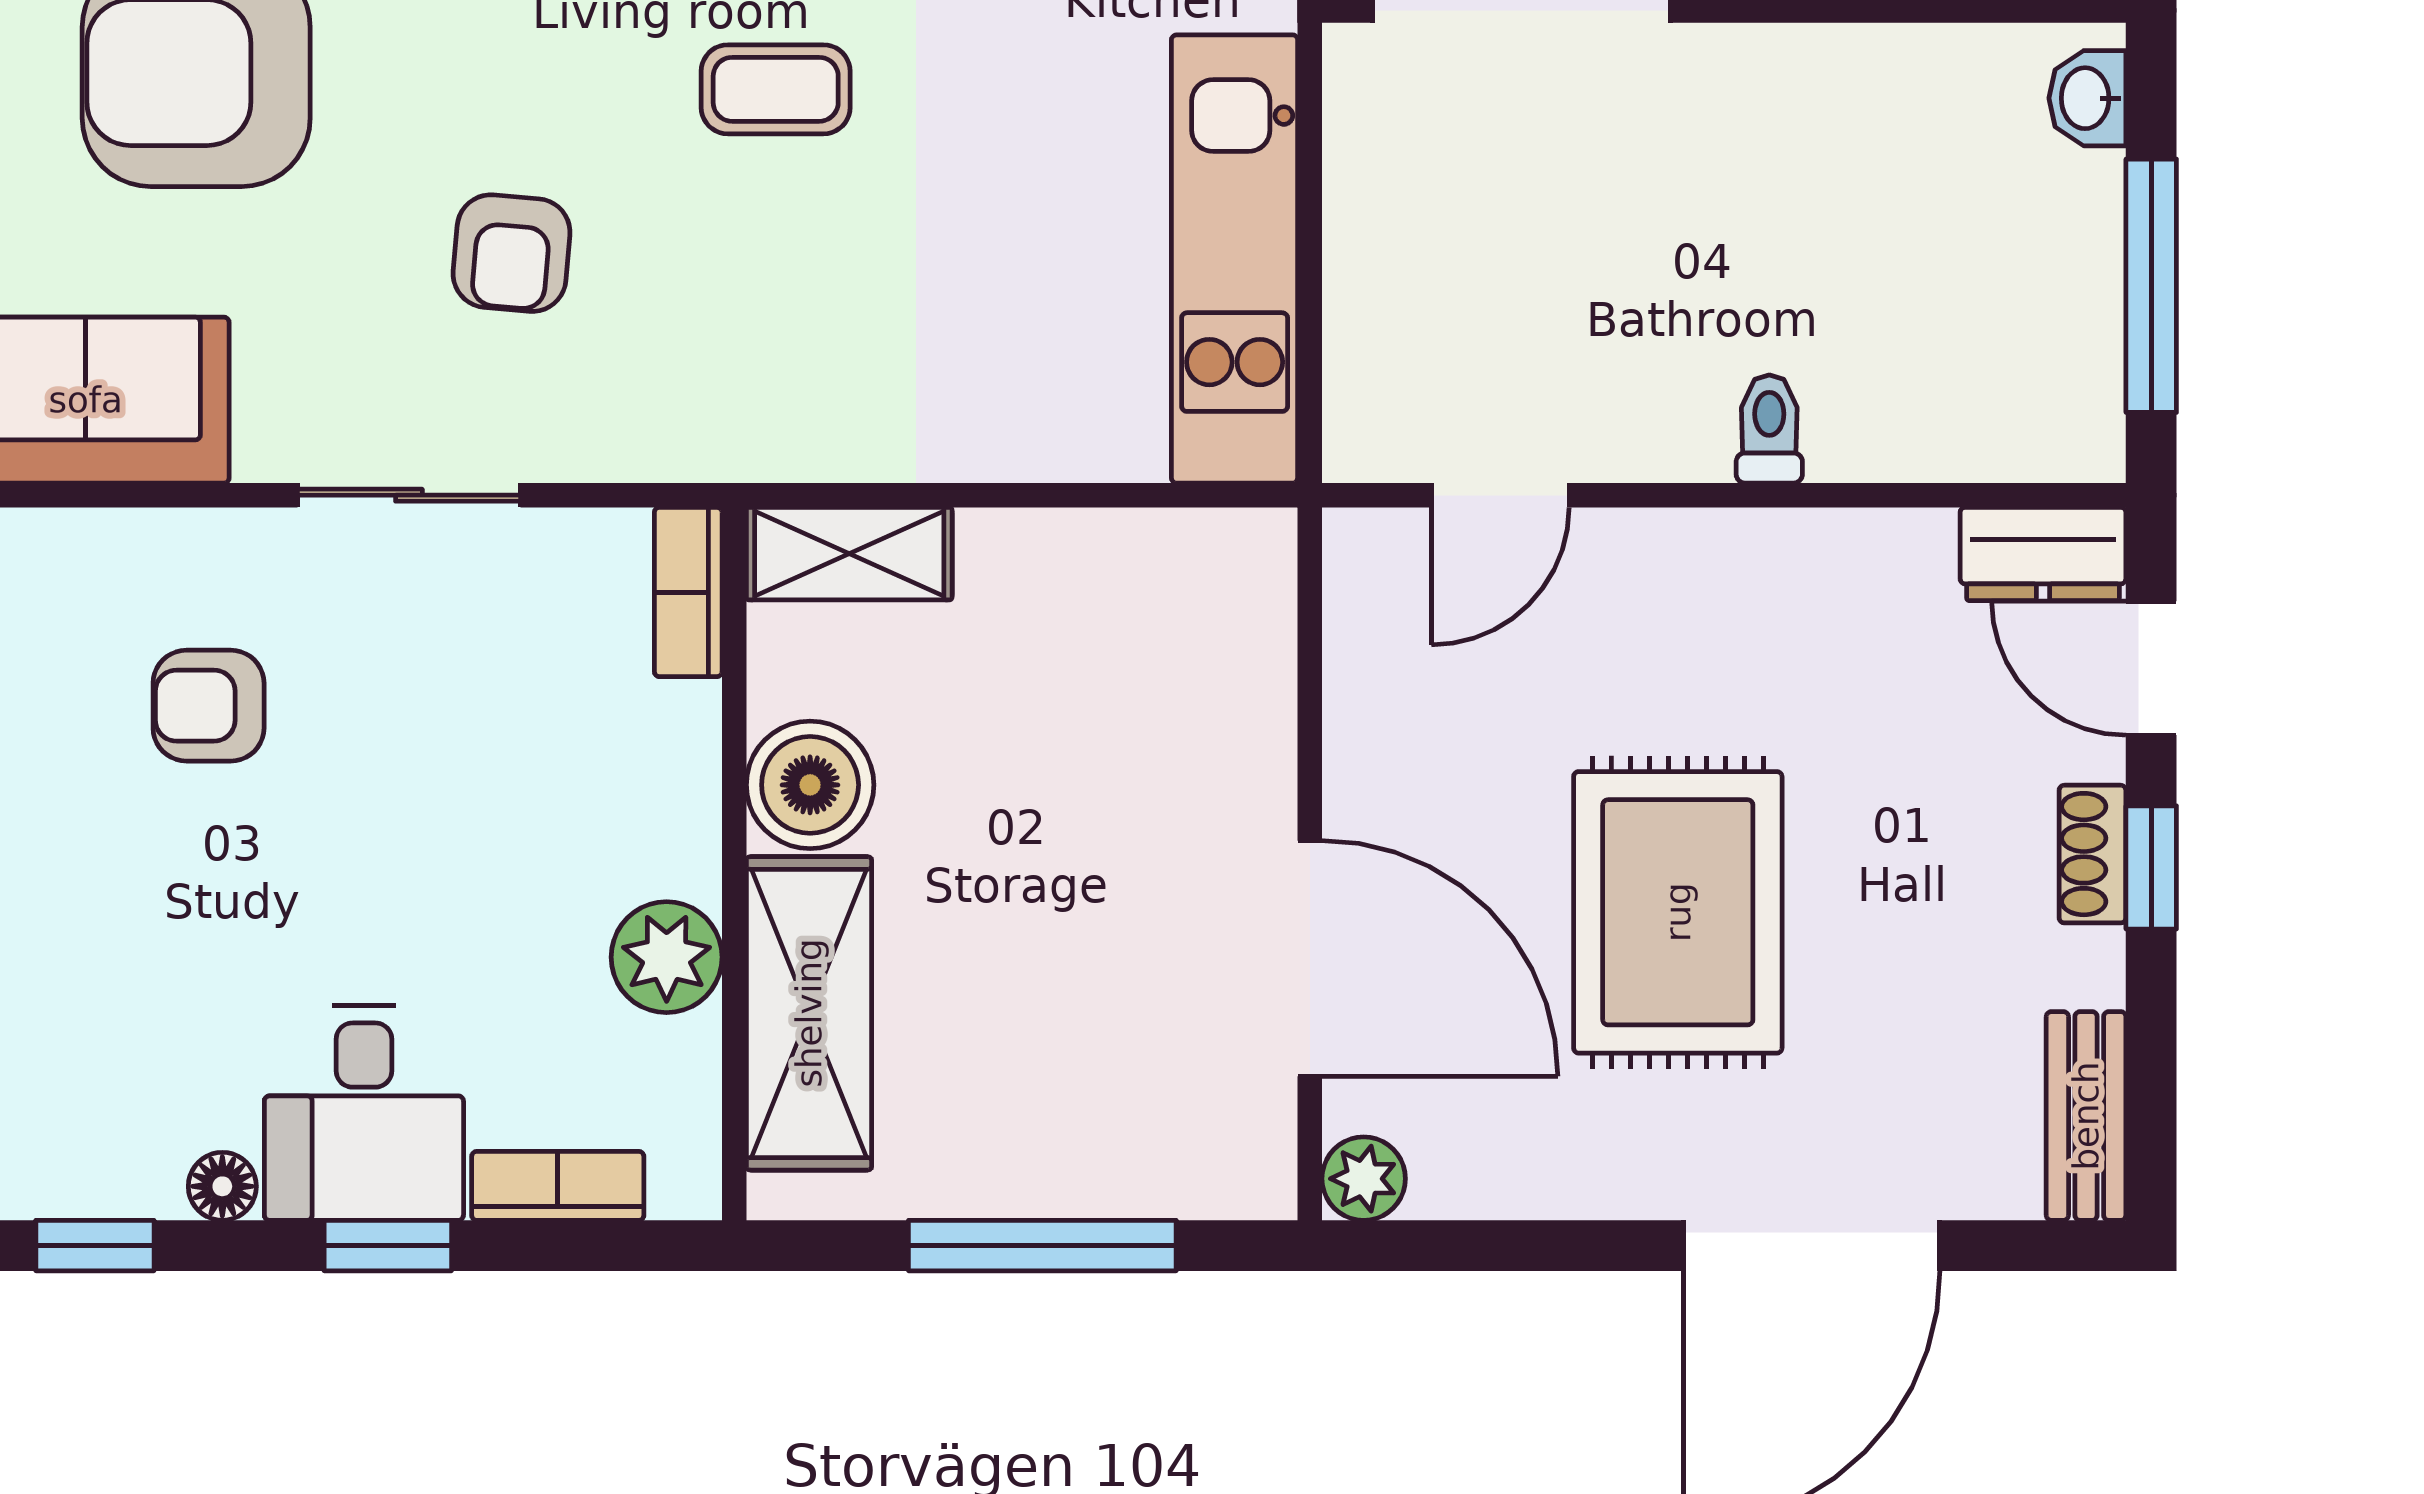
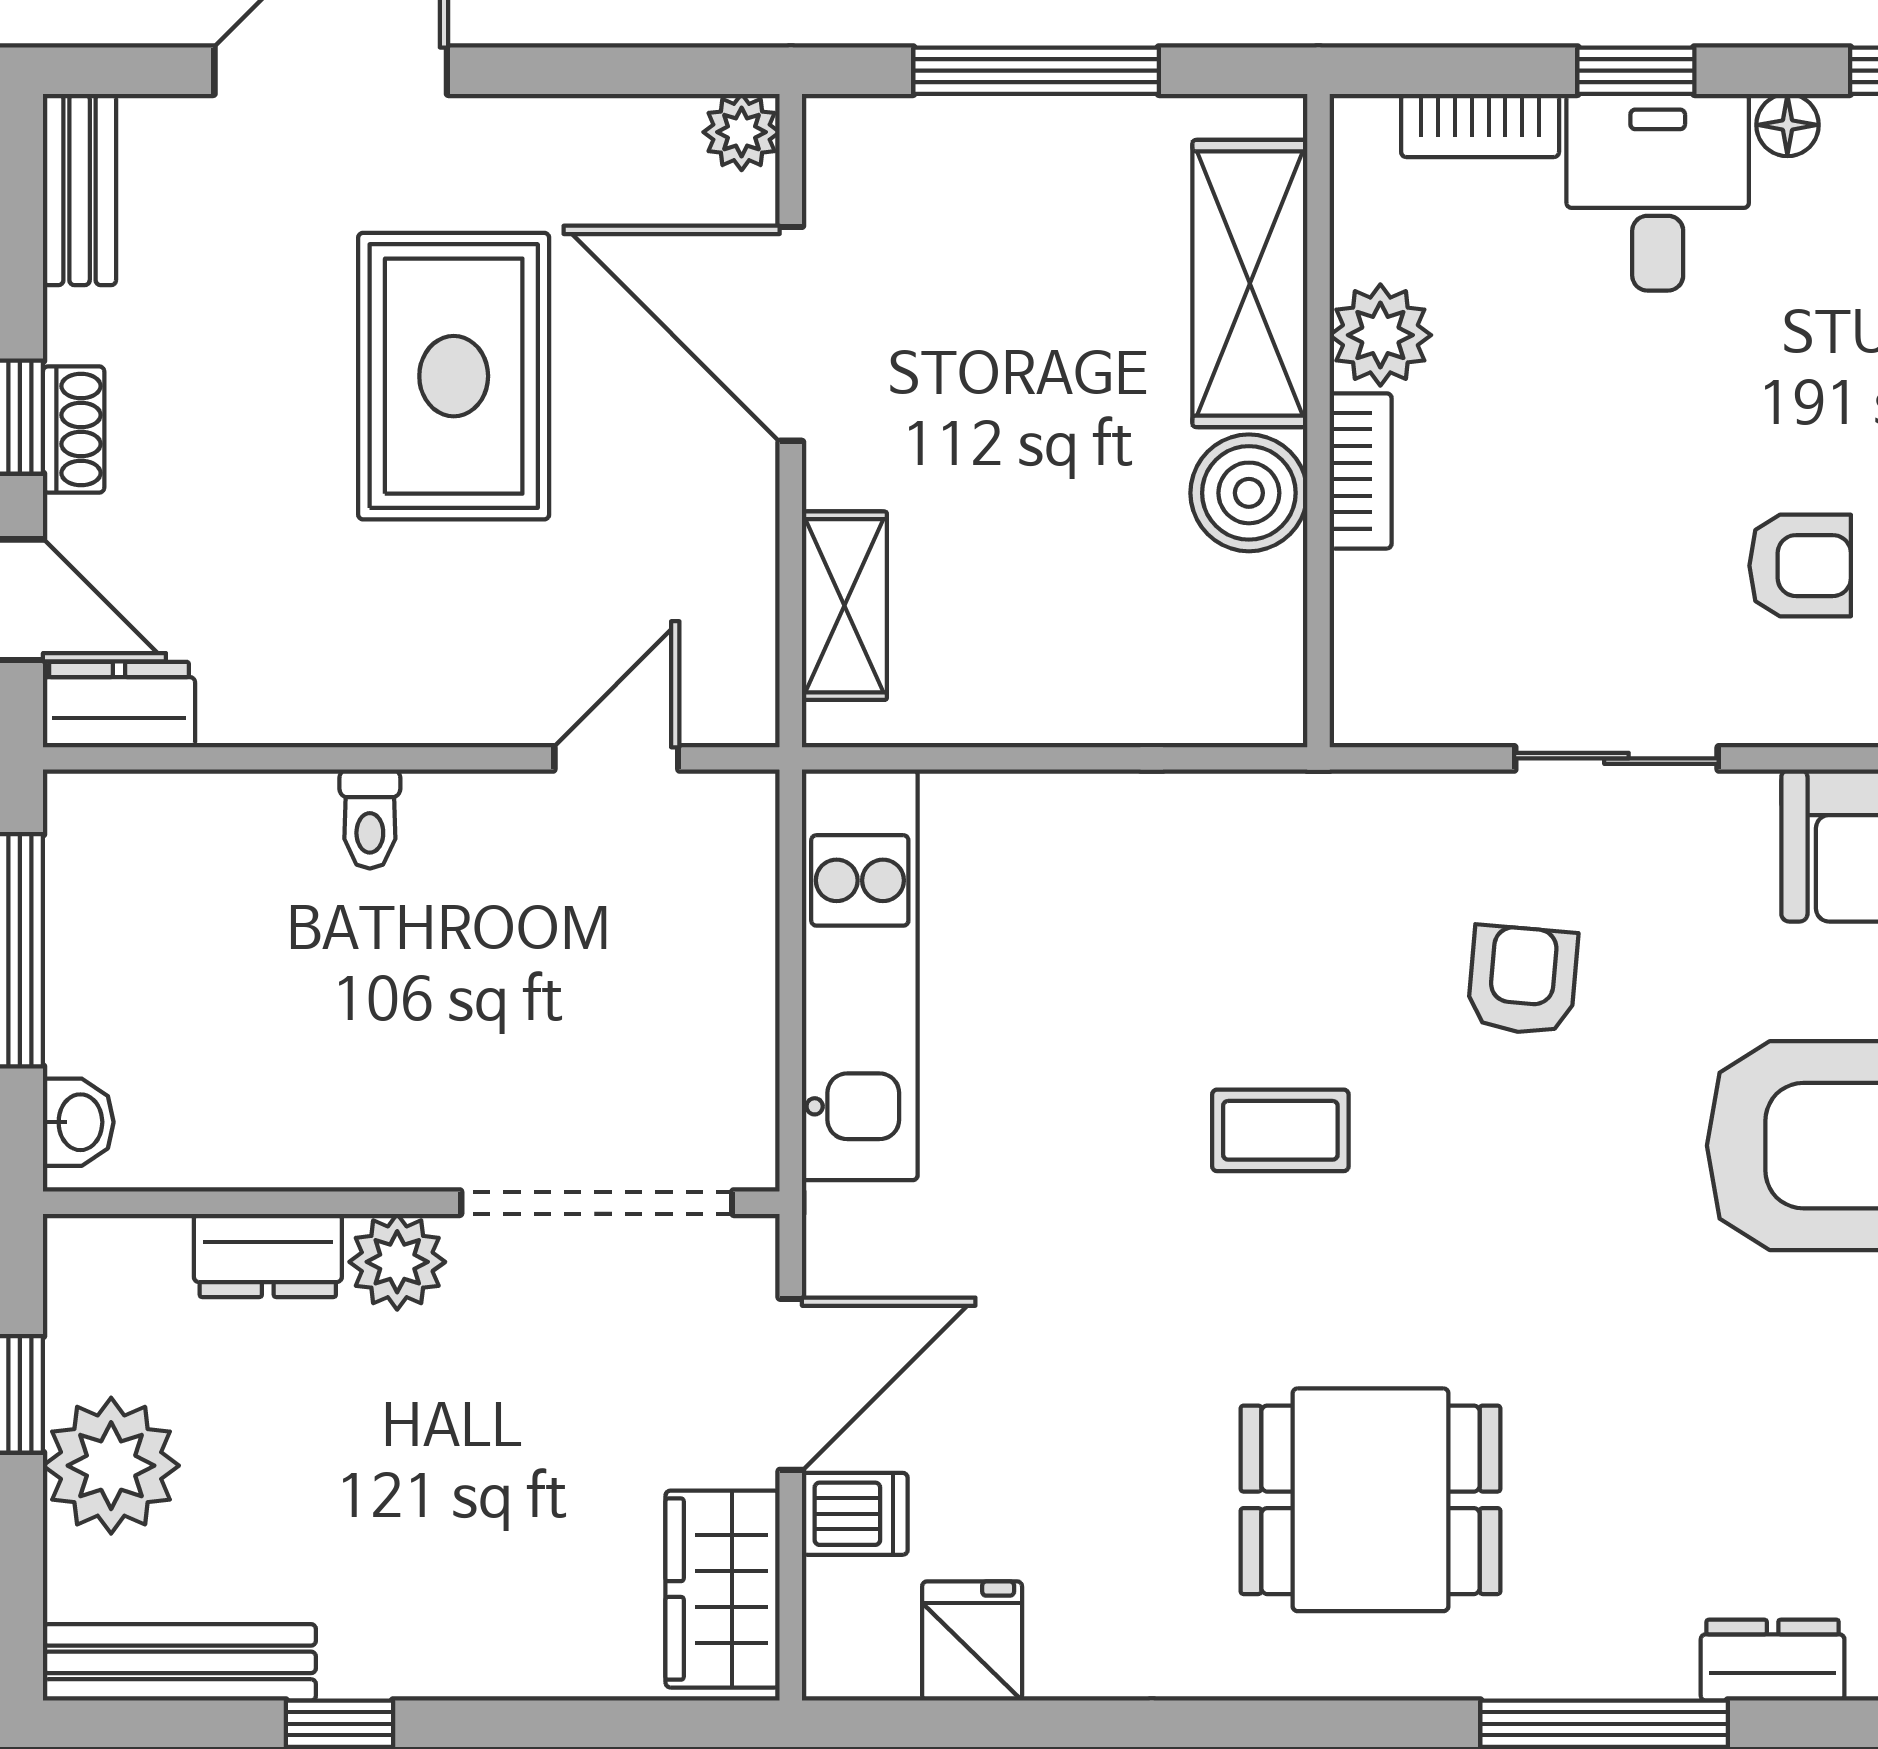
shelving: (849, 554) -> (844, 606), moved, turned 90
bookcase: (688, 592) -> (1361, 471), moved

